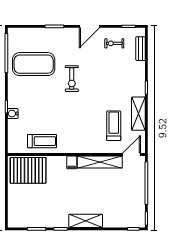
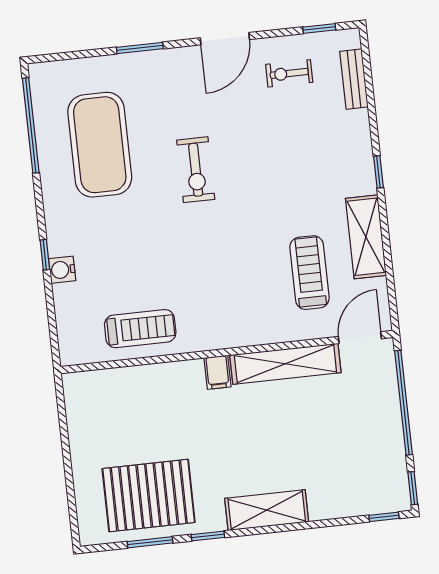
exercise mat: (34, 64) -> (100, 145), turned 90
pallet: (28, 170) -> (149, 496), moved

